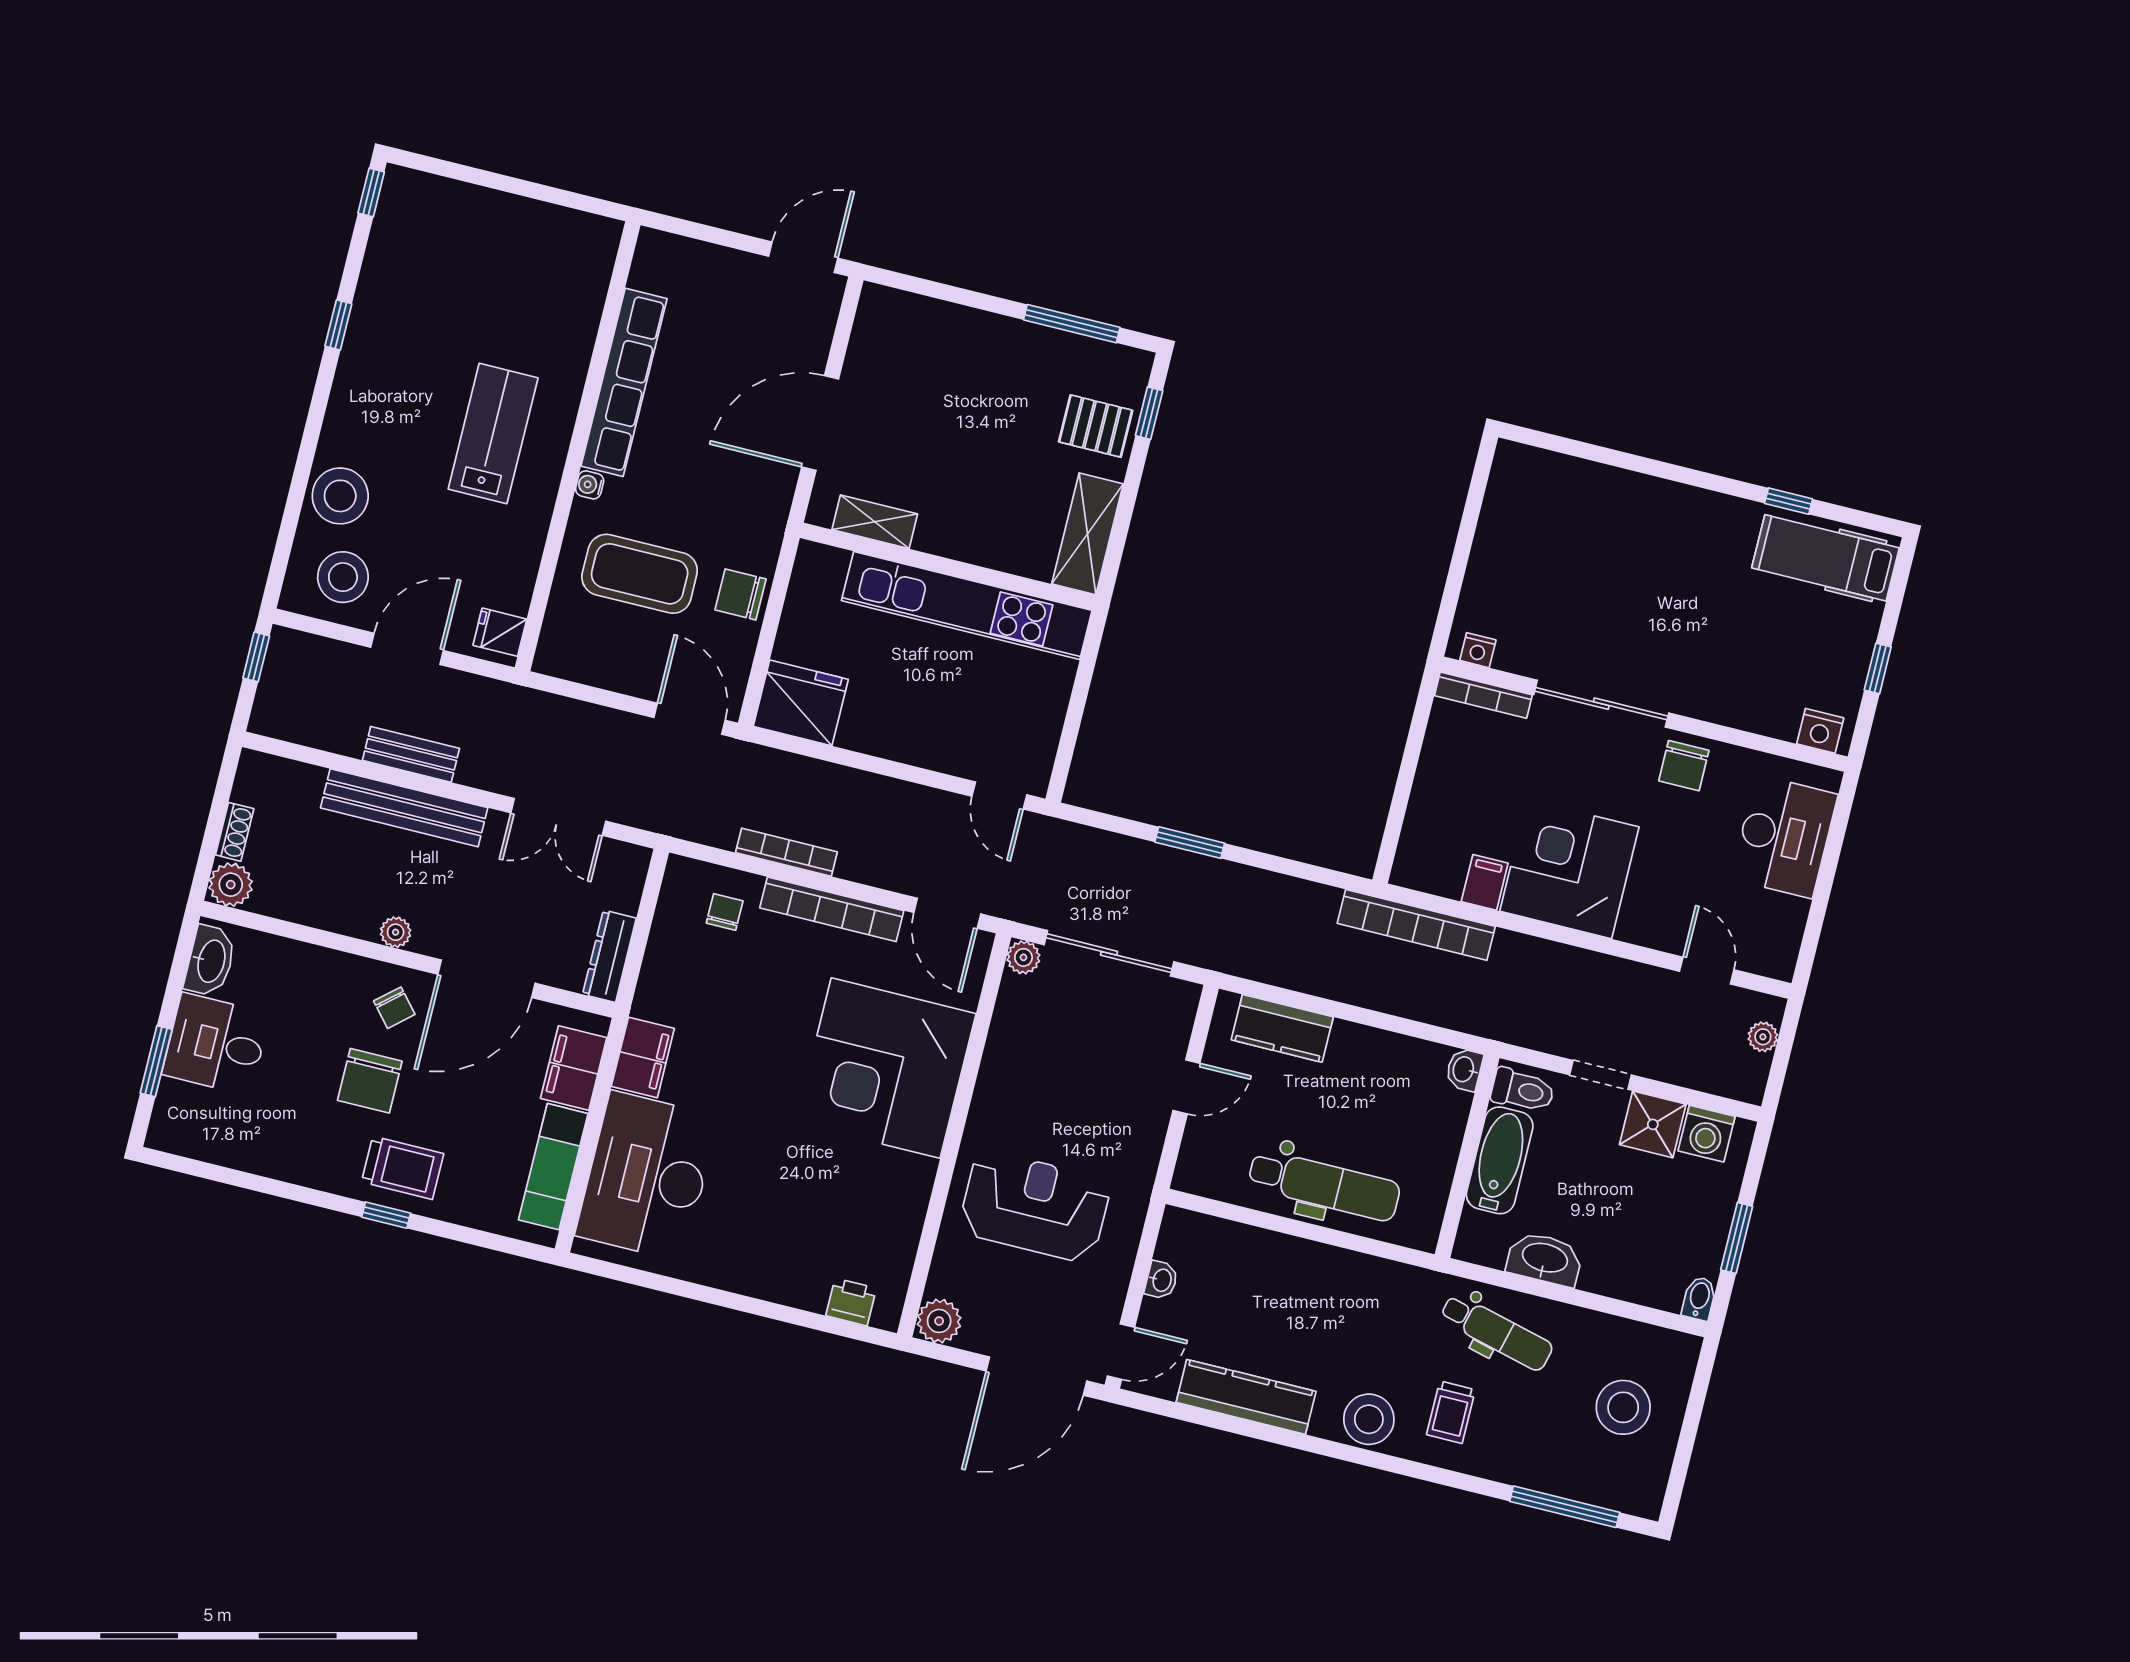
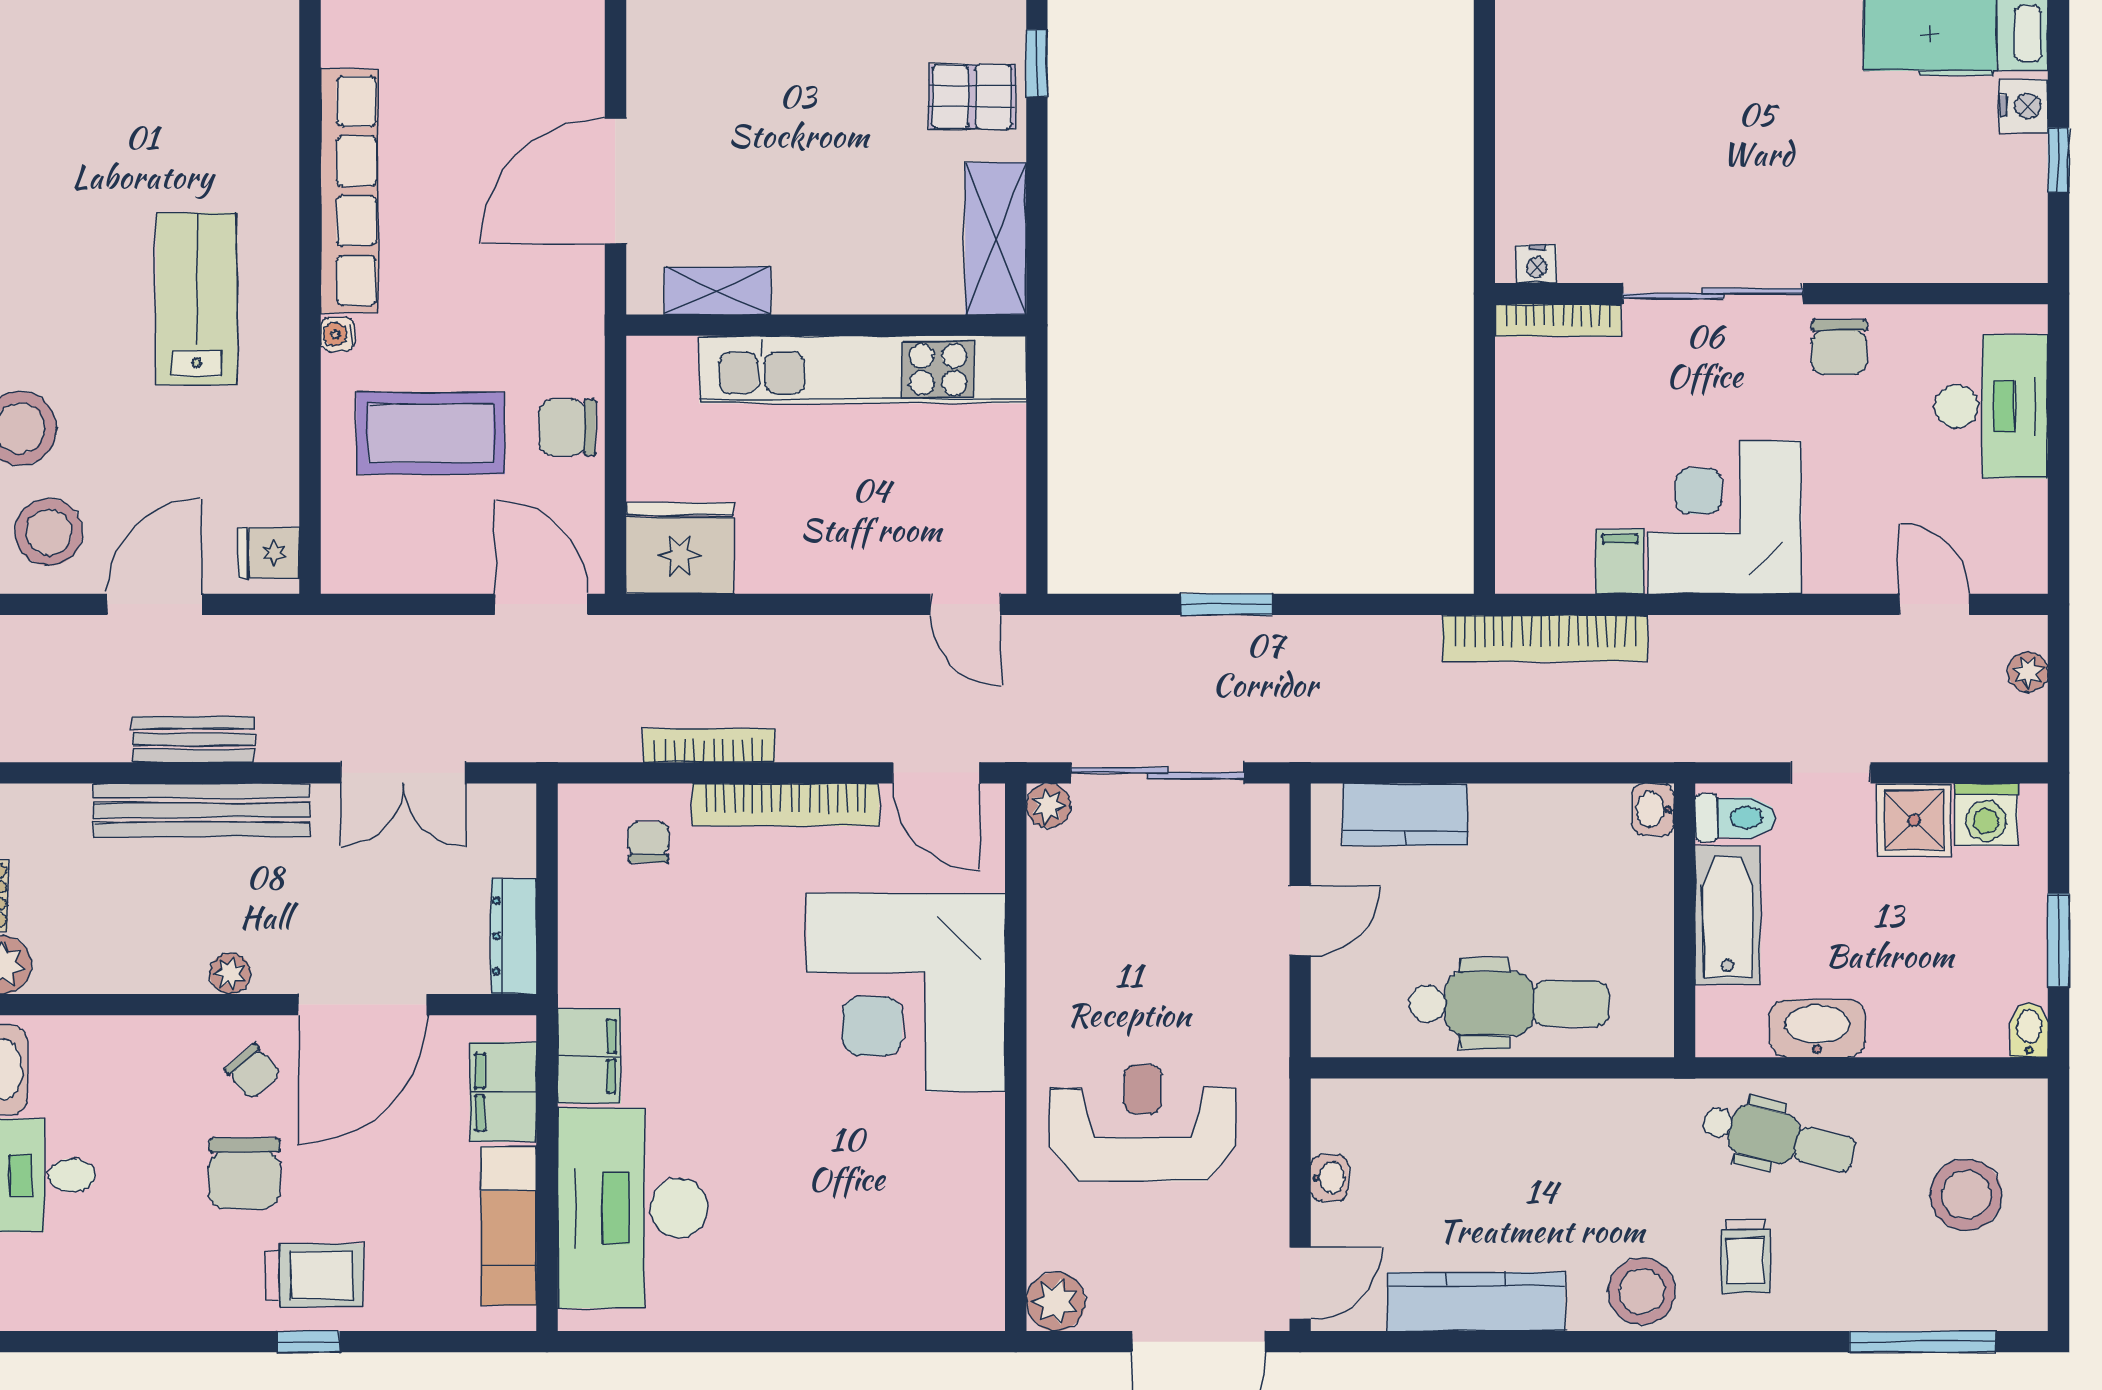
nightstand: (1820, 731) -> (2024, 106), moved, turned -90
printer: (851, 1302) -> (936, 1305), removed

